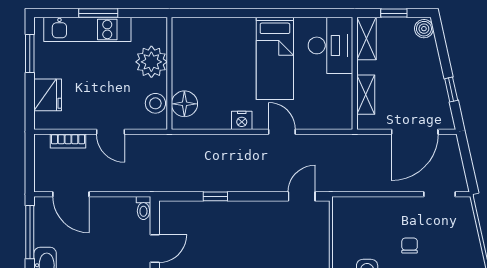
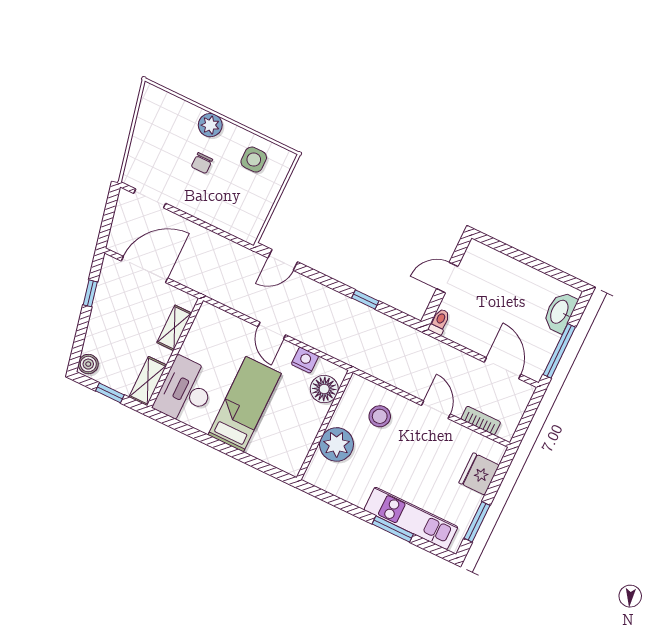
plant: (151, 62) -> (337, 444), moved
wall: (169, 73) -> (325, 425), moved
floor lamp: (184, 104) -> (324, 389), moved

